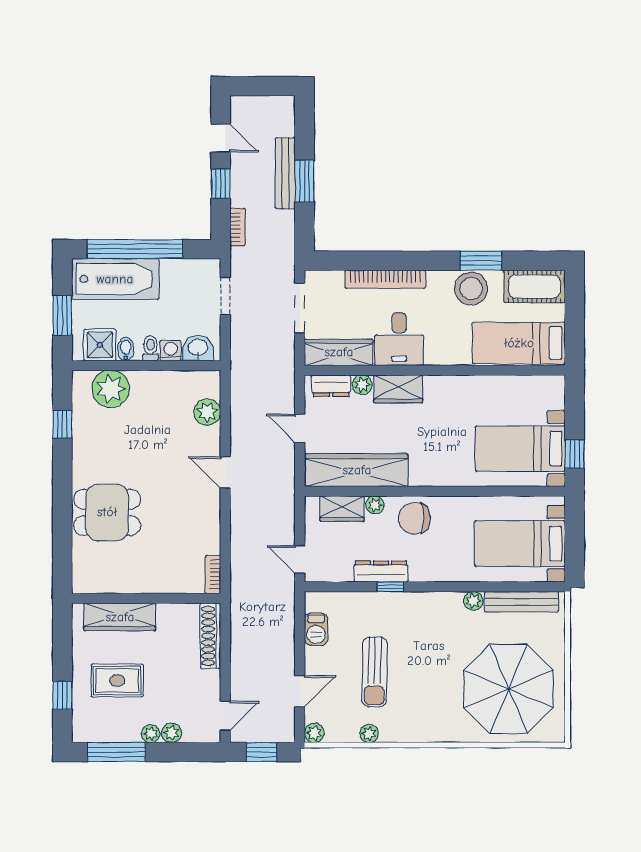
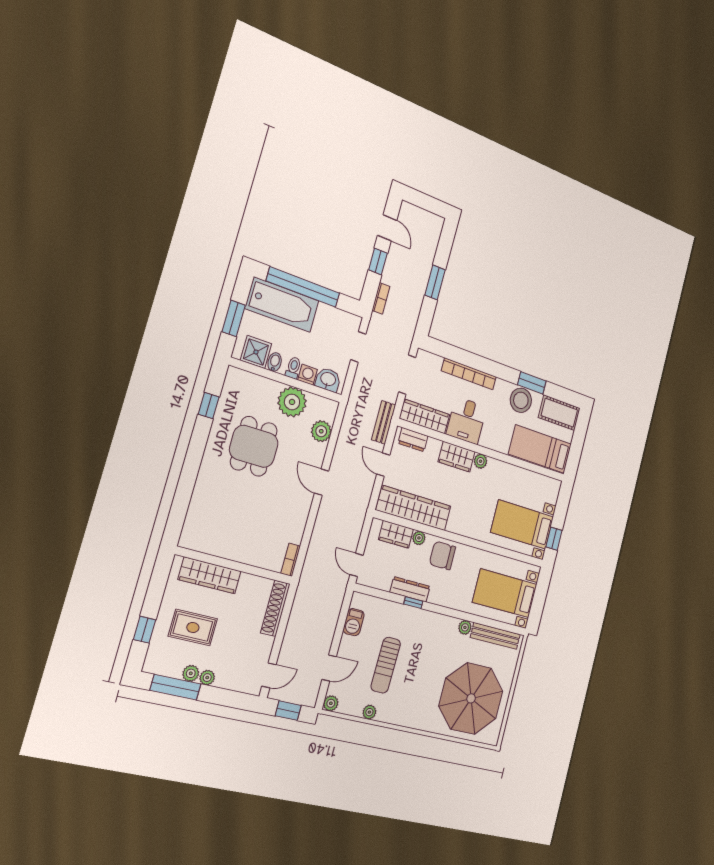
bench: (285, 173) -> (384, 422), moved, width x0.73
plant: (362, 385) -> (481, 461), moved
plant: (111, 389) -> (292, 402), moved
dining table: (107, 512) -> (254, 446), moved, turned 90
plant: (172, 733) -> (191, 673), moved

